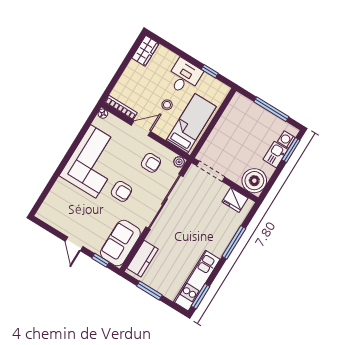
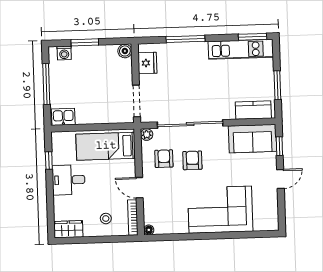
stool: (167, 105) -> (106, 219), moved
window: (291, 150) -> (85, 42), moved
kitchen sink: (275, 155) -> (63, 117), moved, turned 180
corner sofa: (93, 161) -> (220, 210), moved
boiler: (254, 181) -> (125, 51), width x0.54, depth x0.54
armchair: (121, 191) -> (192, 160), moved

